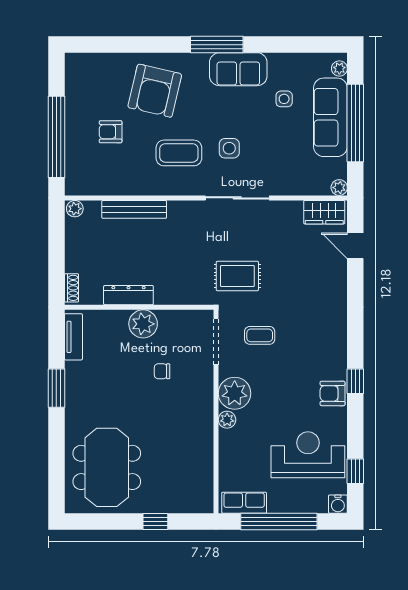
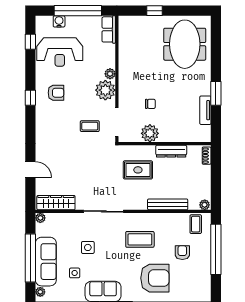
armchair: (155, 91) -> (155, 278), turned 77
armchair: (111, 132) -> (182, 253), turned -90
side table: (229, 148) -> (88, 247), moved
coffee table: (89, 178) -> (196, 224), added
wardrobe: (324, 212) -> (56, 203), width x1.50
door: (355, 246) -> (30, 170), moved
rug: (237, 276) -> (138, 170), moved
plant: (143, 324) -> (150, 133), moved
tv unit: (73, 337) -> (205, 110), moved
armchair: (333, 393) -> (56, 93), moved
row of seats: (244, 503) -> (109, 29), moved, turned 90
water cooler: (338, 504) -> (59, 21), moved

